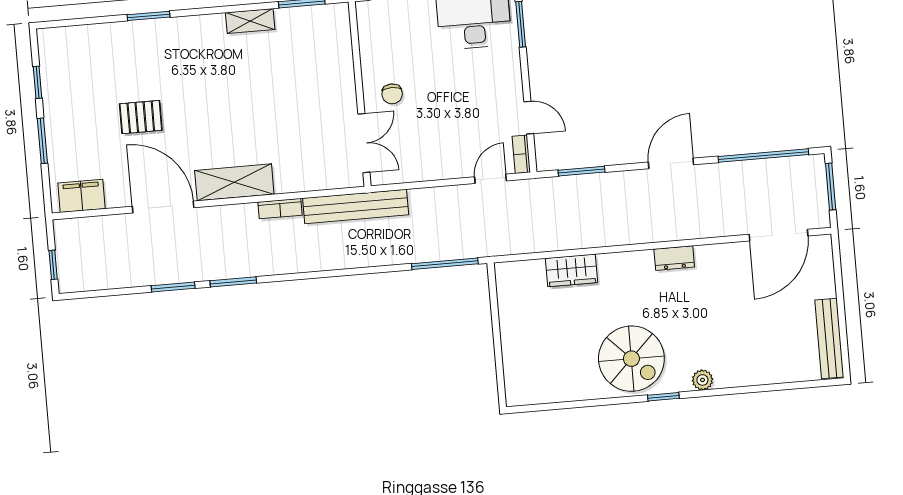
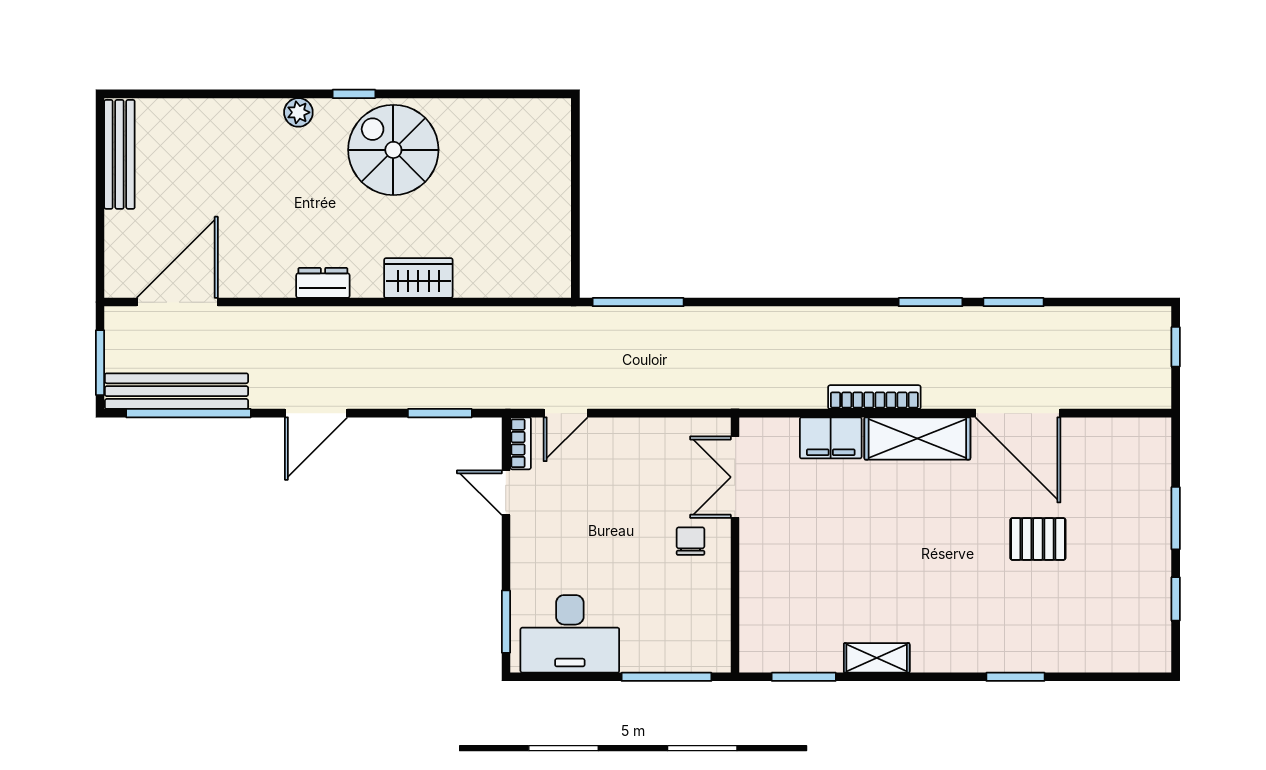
filing cabinet: (82, 196) -> (831, 438), moved
bench: (356, 206) -> (176, 391), moved
bookcase: (280, 209) -> (874, 397), width x1.56
wardrobe: (572, 270) -> (418, 278), moved

